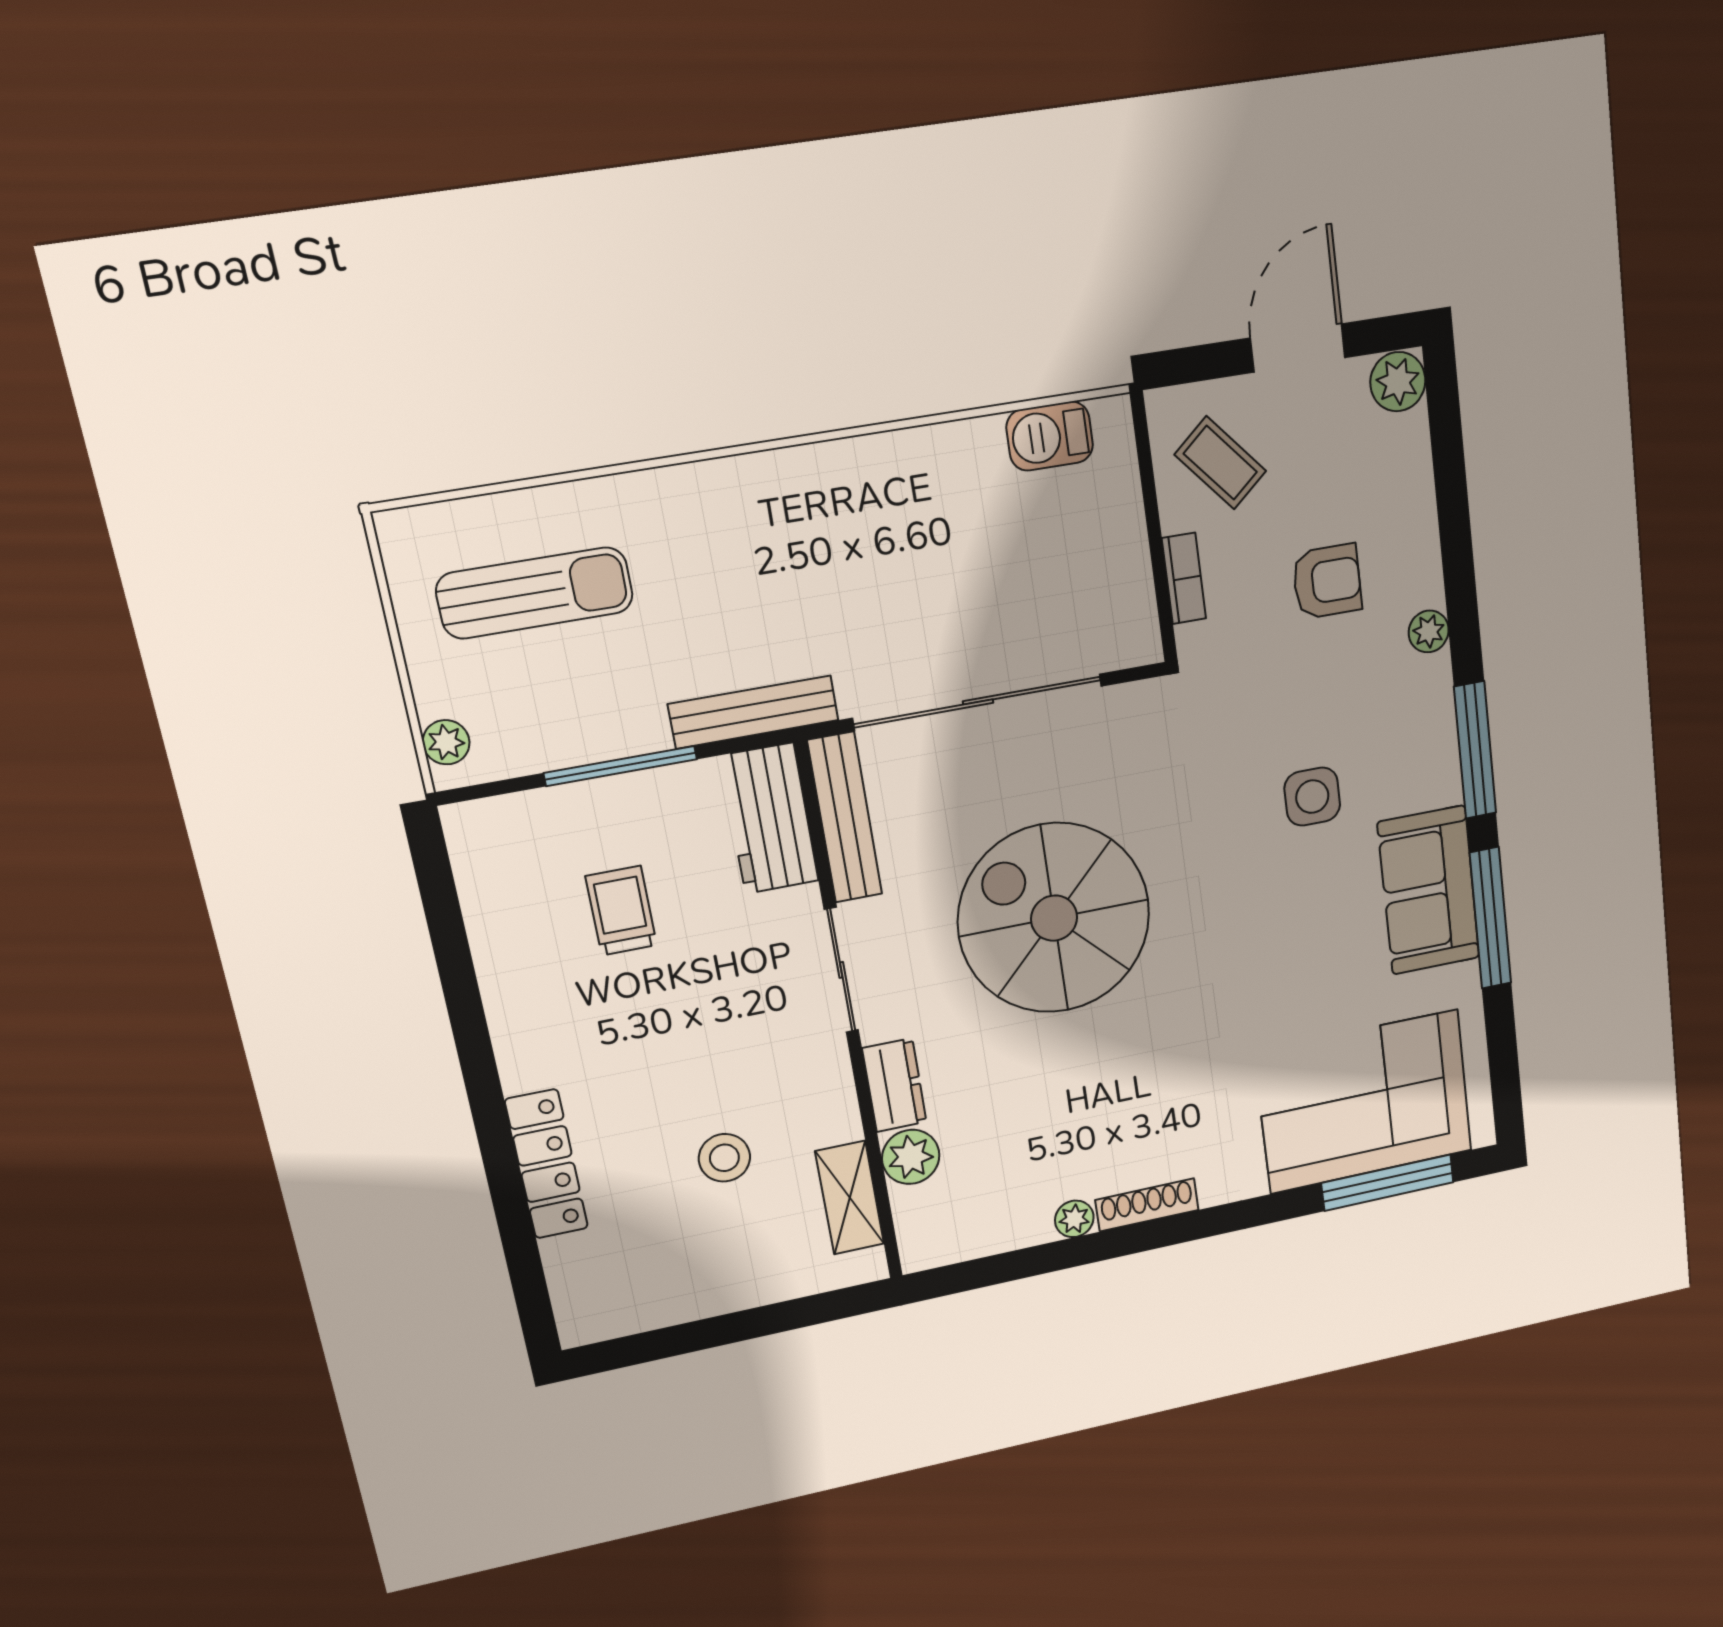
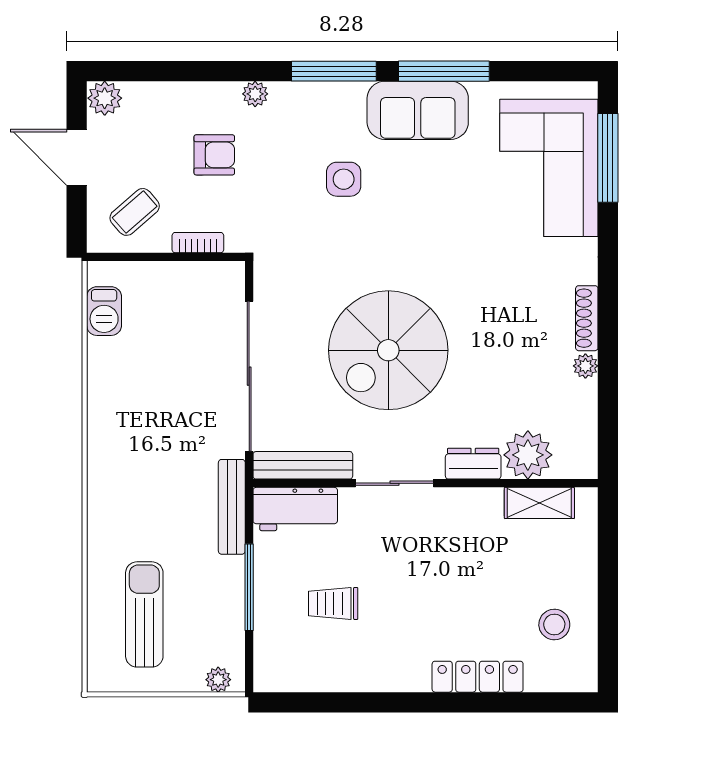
armchair: (1327, 581) -> (214, 155), turned 90
plant: (911, 1157) -> (528, 455), width x1.36, depth x1.36
stool: (724, 1158) -> (554, 625), moved

